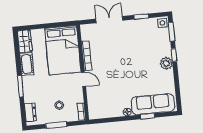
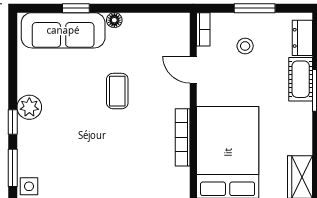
cot: (27, 64) -> (301, 79), moved
coffee table: (122, 76) -> (117, 91), added
door: (83, 79) -> (193, 70), moved

